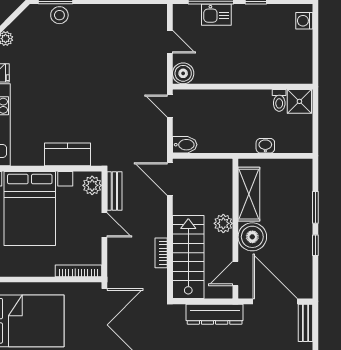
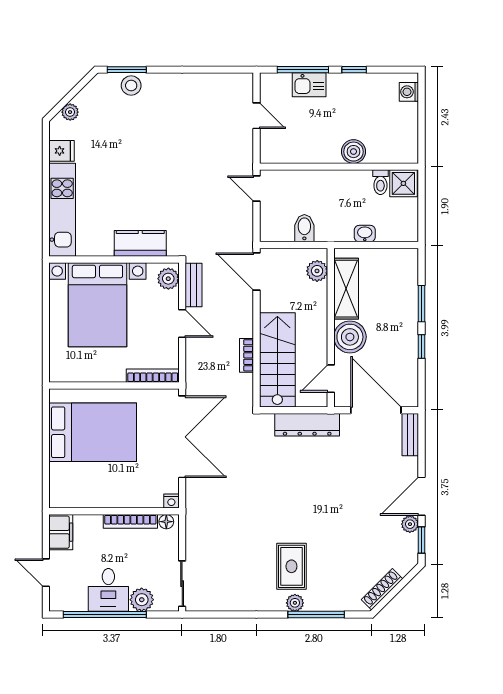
boiler: (183, 73) -> (354, 152), moved
bidet: (185, 145) -> (304, 228), moved, turned -90
plant: (223, 223) -> (317, 271), moved

